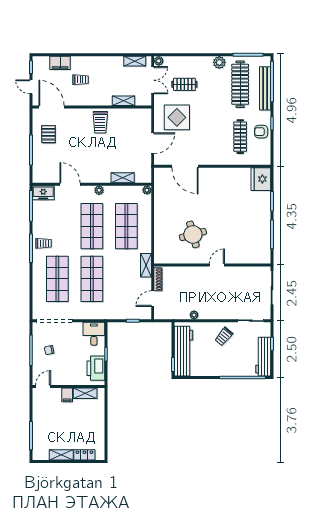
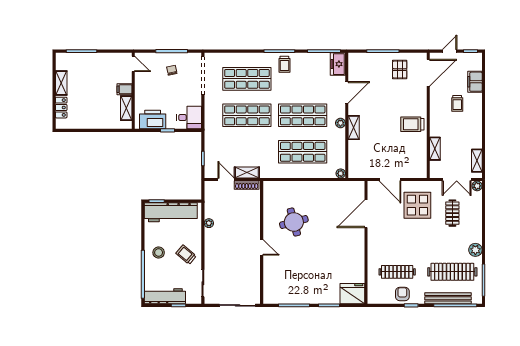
pallet: (48, 134) -> (400, 70), turned 90
shelving: (123, 178) -> (354, 128), moved
shelving: (146, 265) -> (247, 172), moved
stool: (222, 363) -> (159, 253), added

